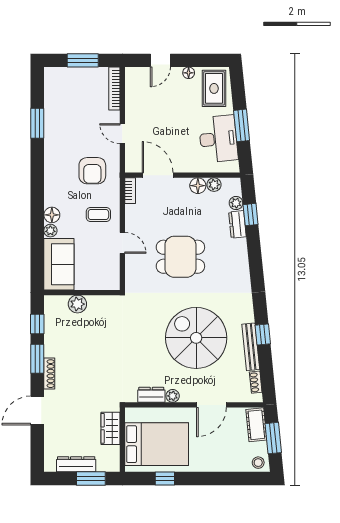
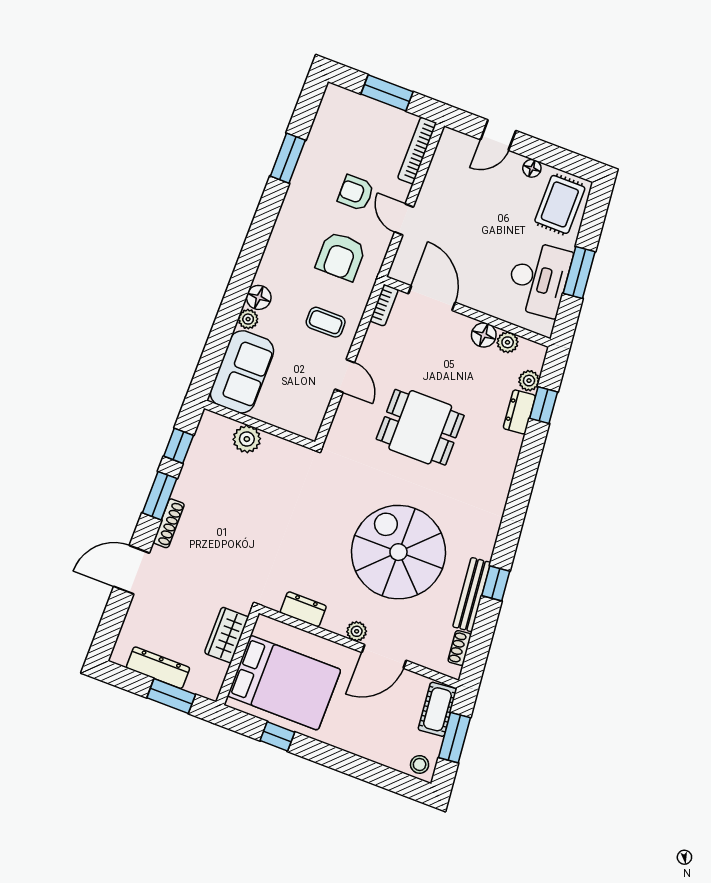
armchair: (87, 129) -> (356, 193), added
plant: (173, 396) -> (357, 631), moved

